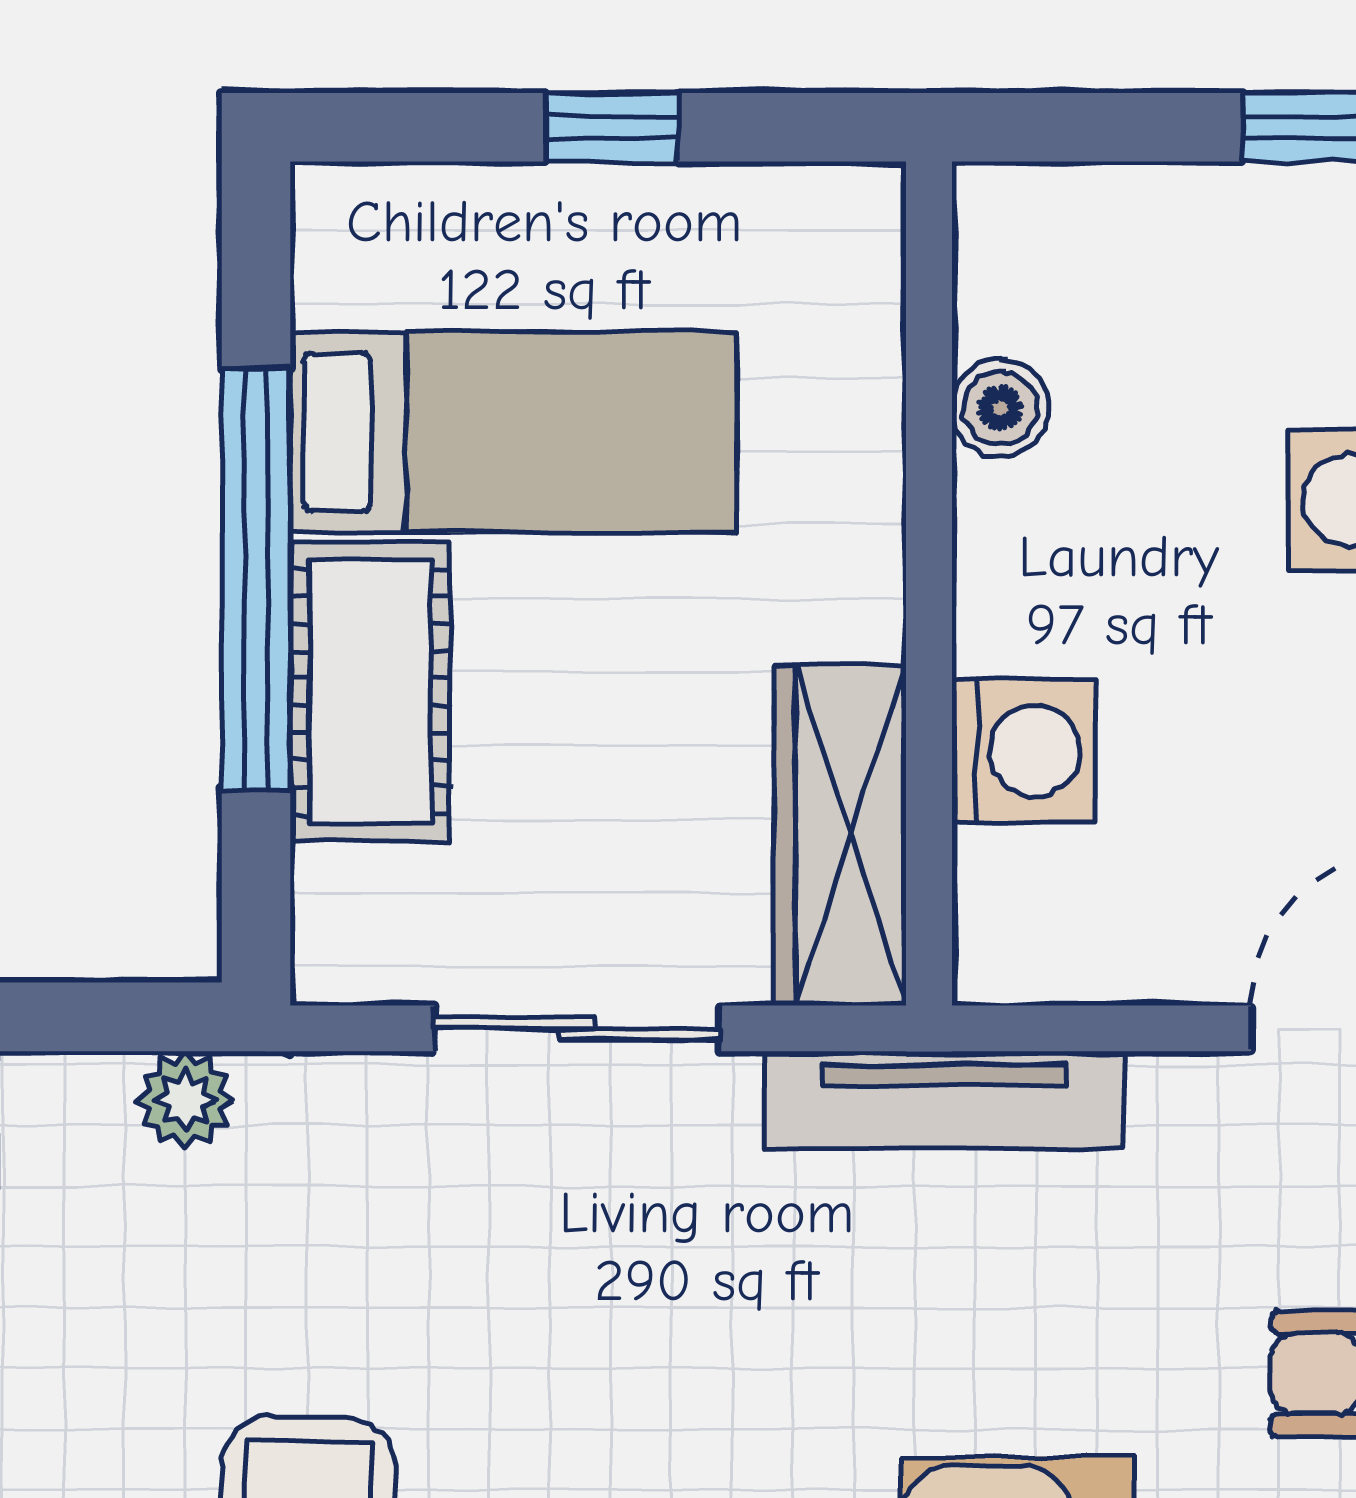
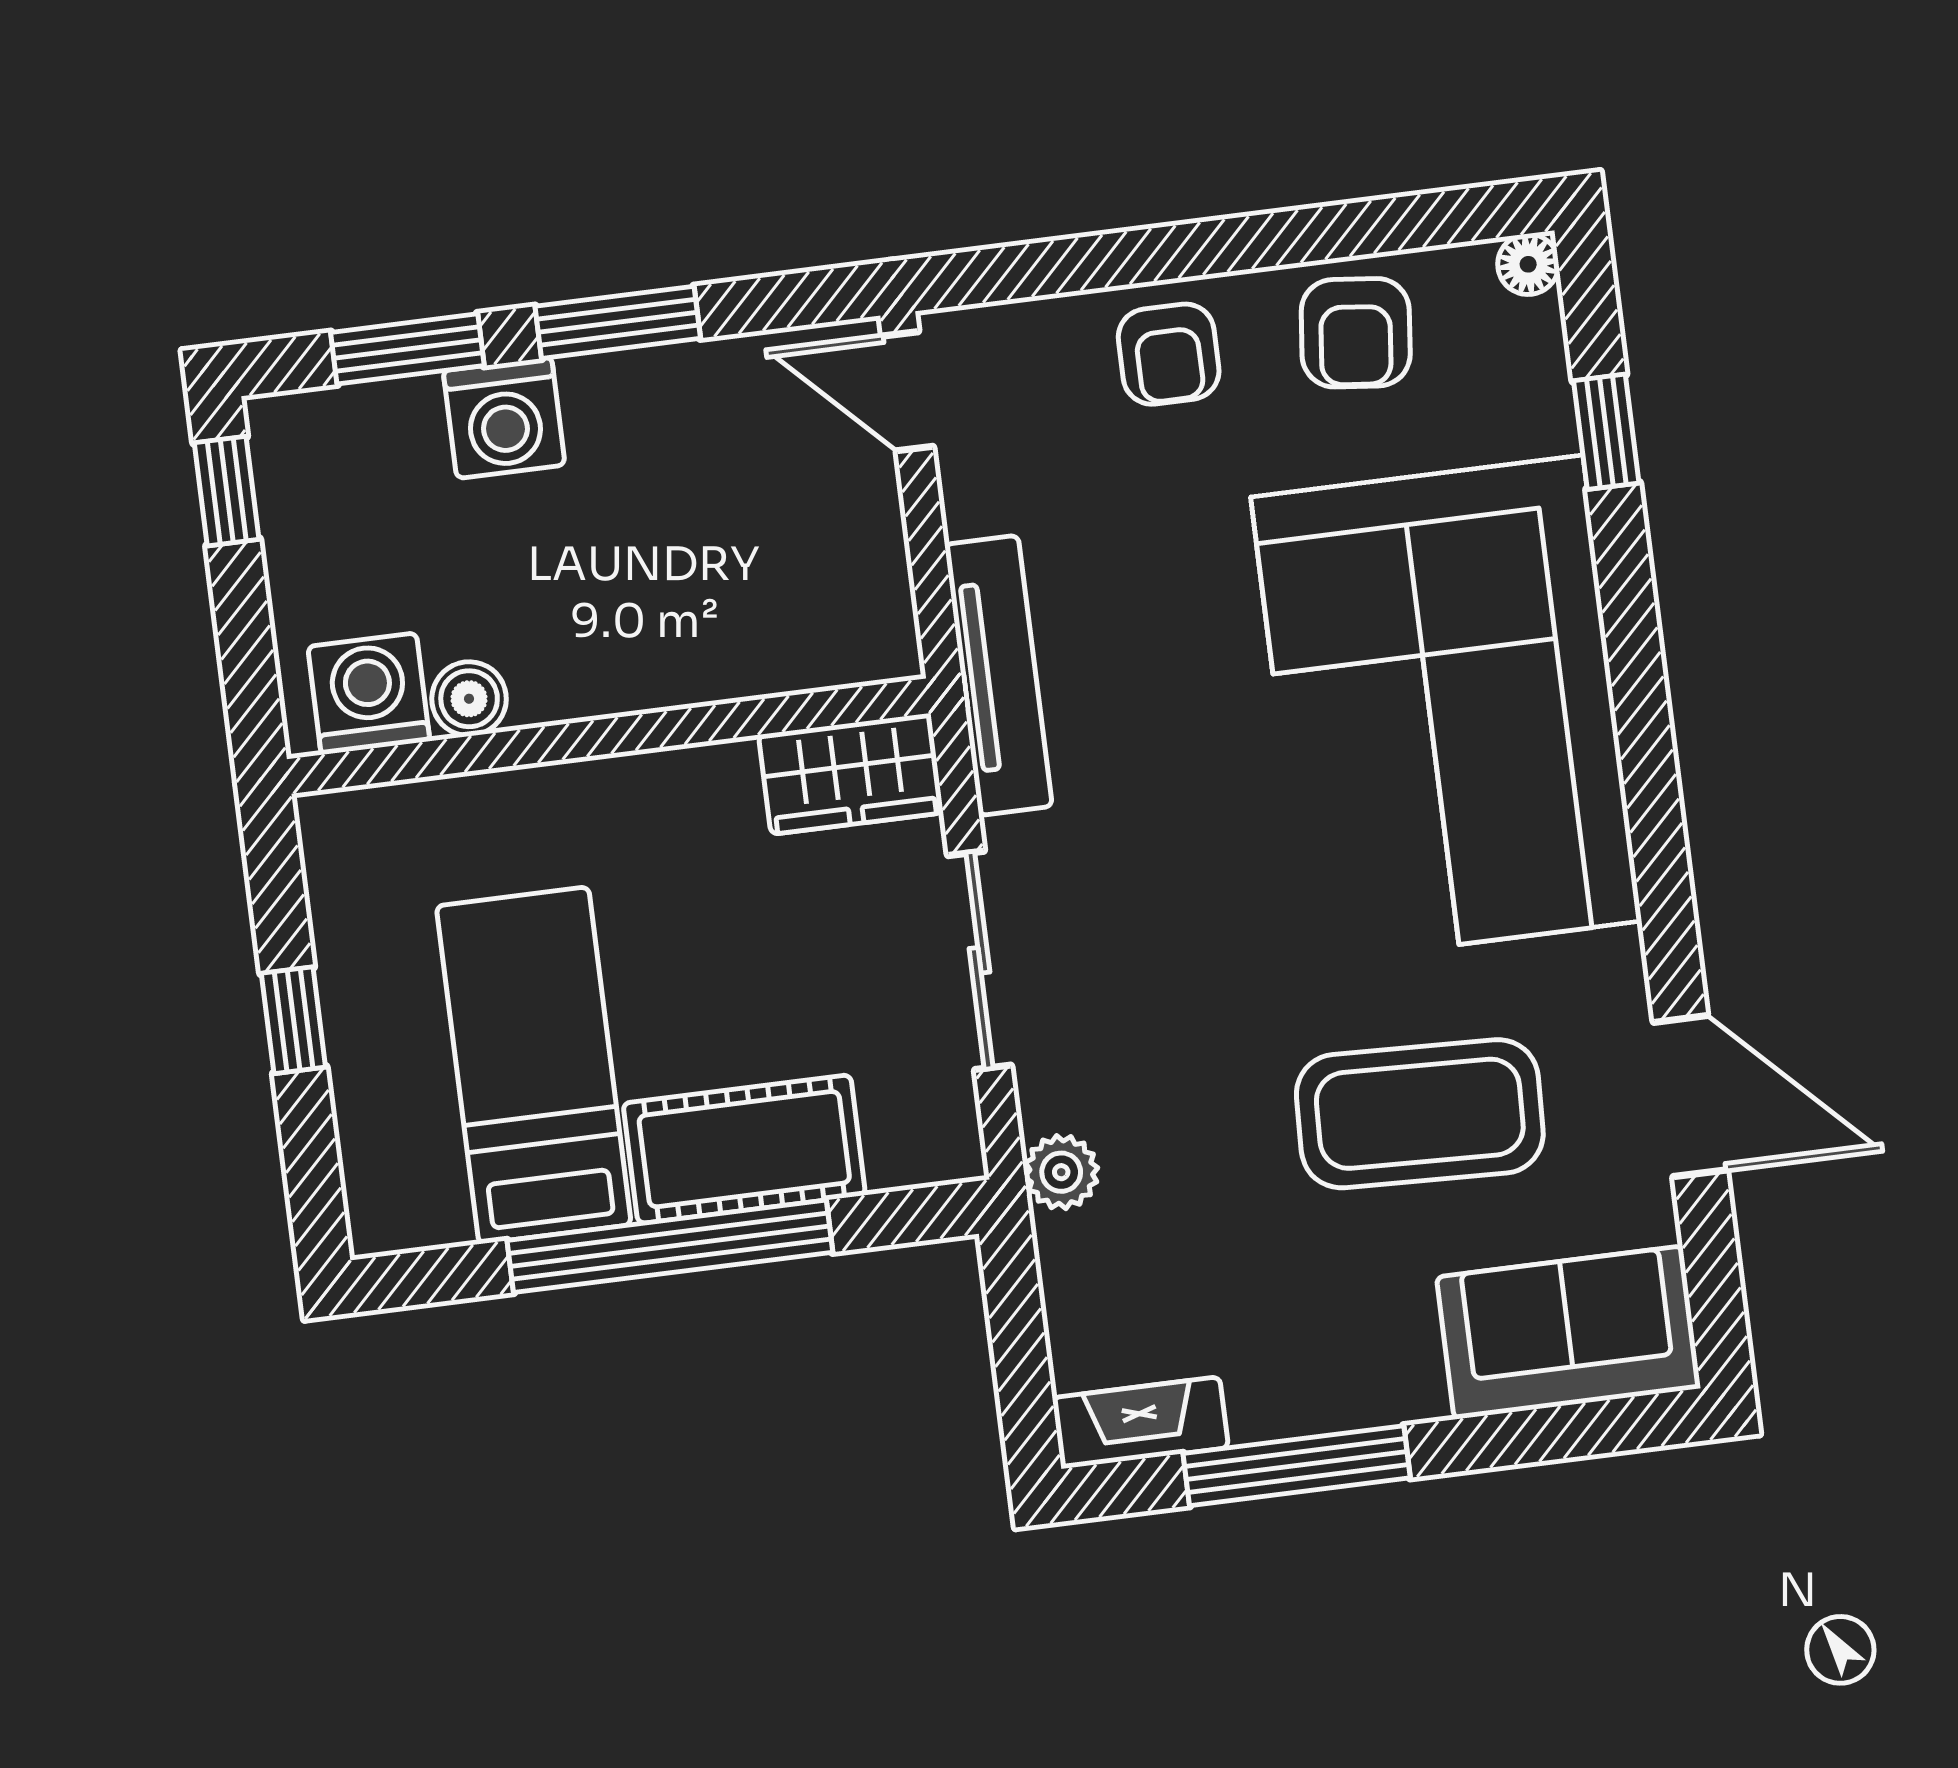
washing machine: (1023, 751) -> (369, 694), moved
wardrobe: (840, 835) -> (851, 774), width x0.67
plant: (185, 1100) -> (1061, 1172), moved

